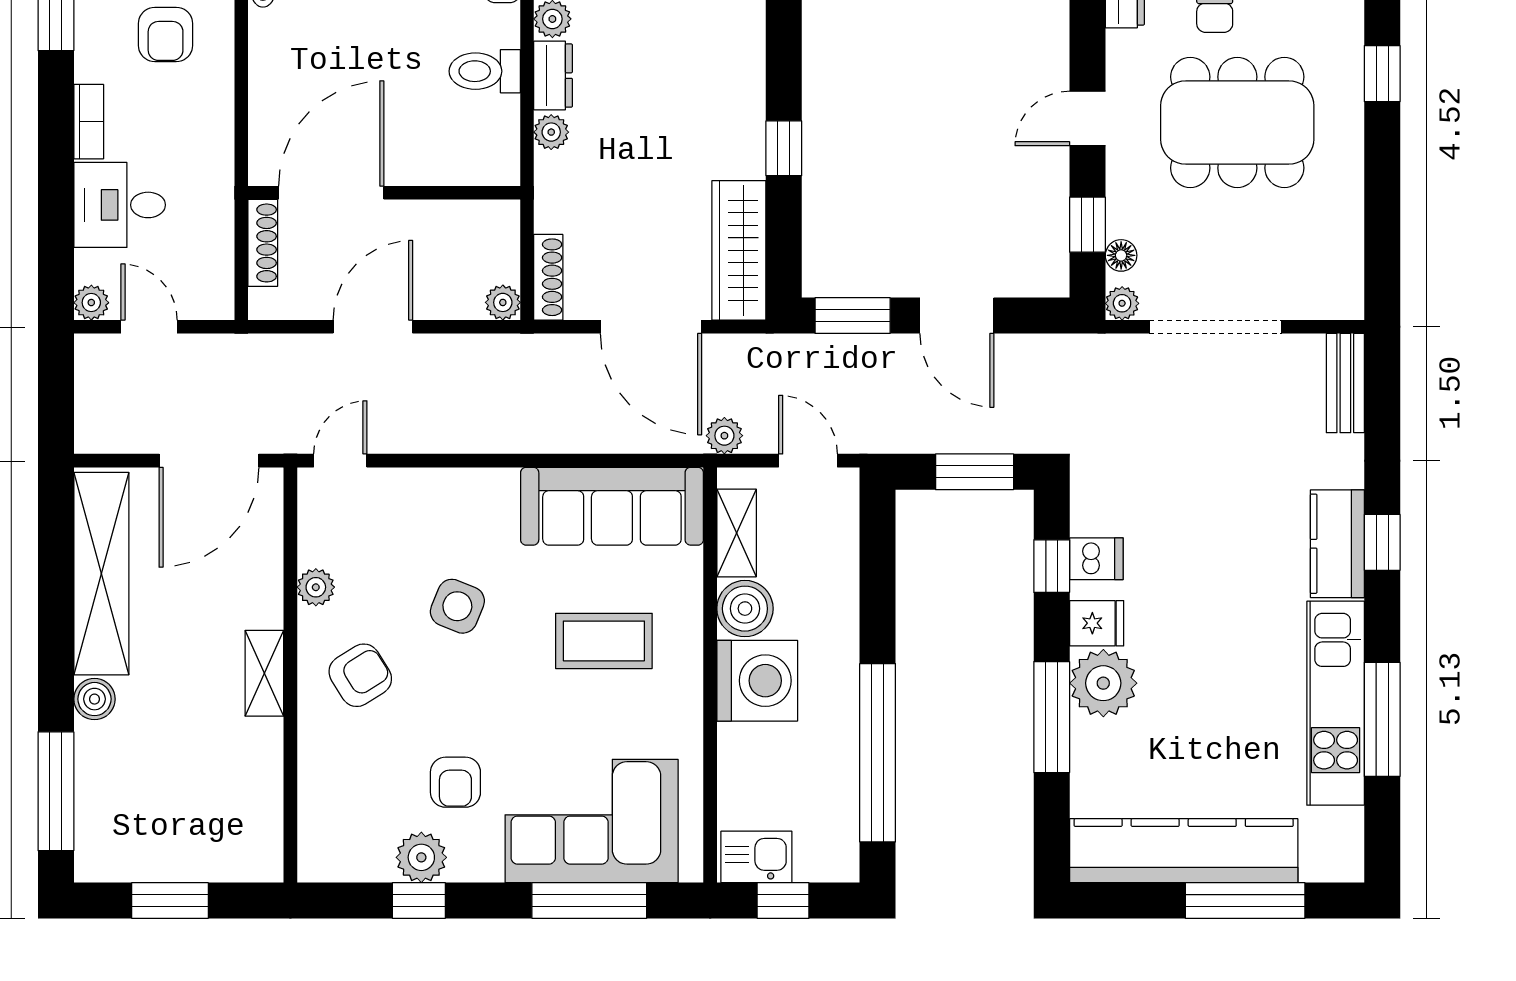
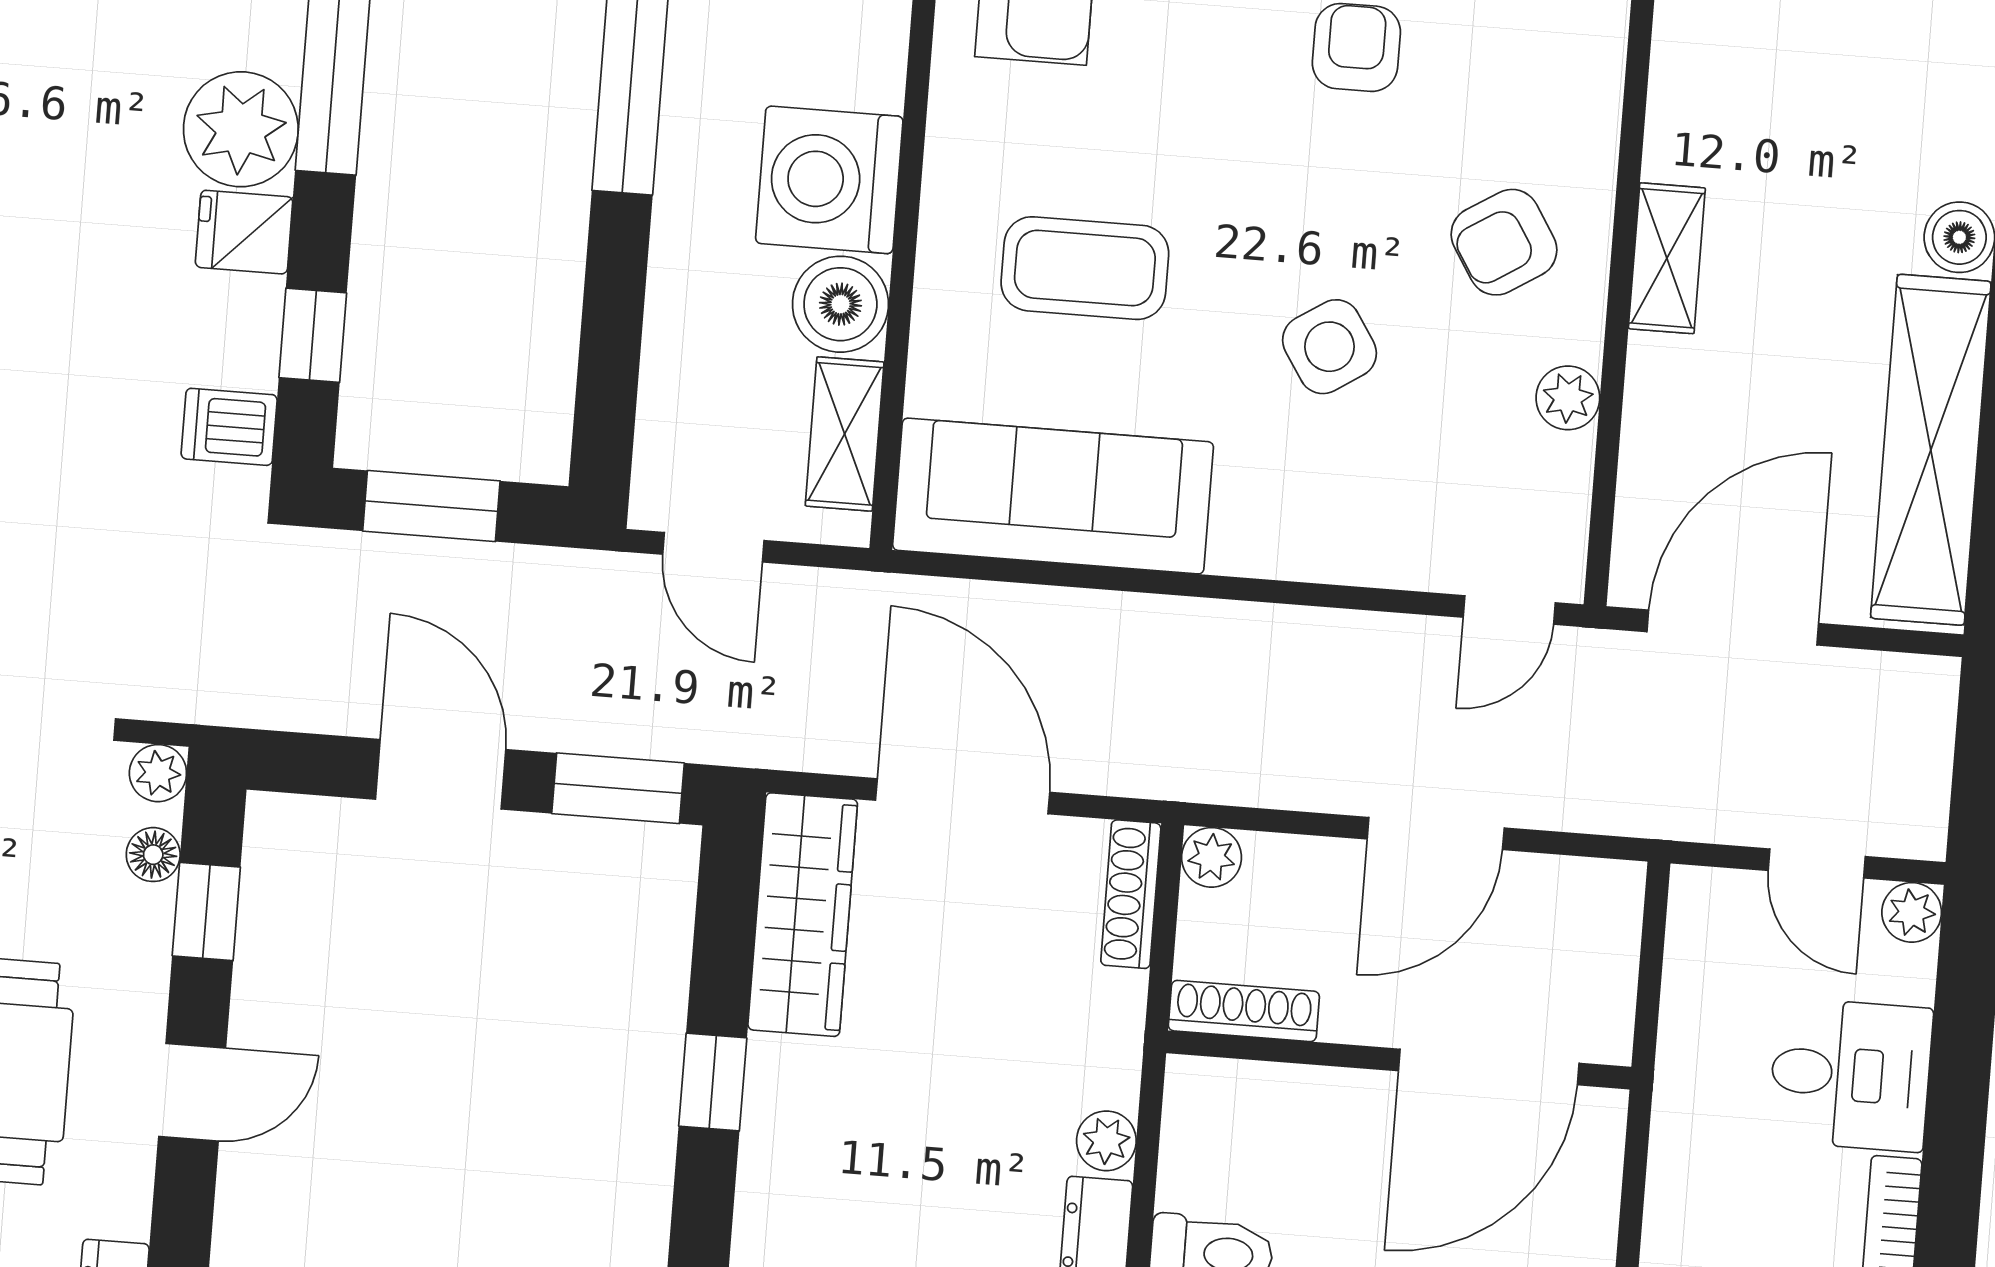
shoe rack: (263, 243) -> (1244, 1011), moved, turned 90
plant: (724, 436) -> (852, 601), removed
dishwasher: (1096, 559) -> (229, 427), moved
side table: (457, 606) -> (1329, 347), turned 35

